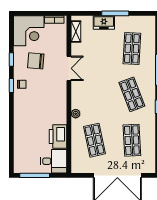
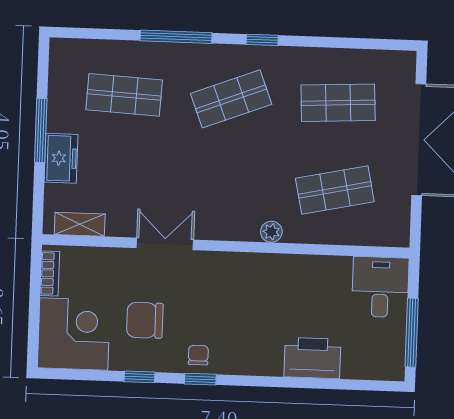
chair: (36, 61) -> (145, 320), turned 85
printer: (58, 136) -> (312, 358), moved, turned 180

